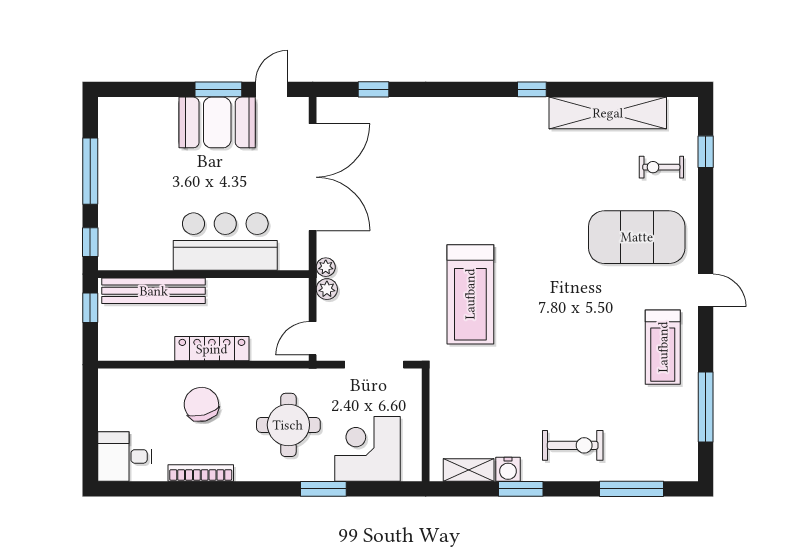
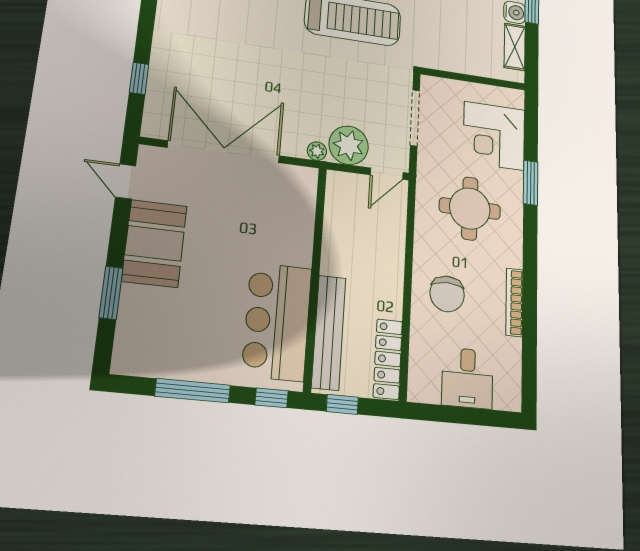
window: (218, 89) -> (111, 293), moved
bar counter: (225, 242) -> (277, 321), moved
plant: (327, 289) -> (349, 145), width x1.88, depth x1.88
door: (313, 338) -> (387, 174), hinge flipped
locker: (212, 349) -> (388, 359), moved
chair: (201, 404) -> (447, 294), turned -75
desk: (125, 456) -> (467, 378), moved

